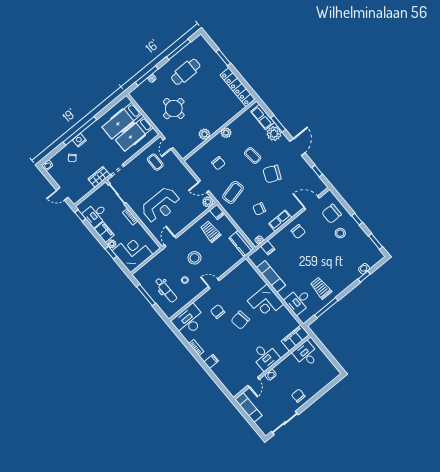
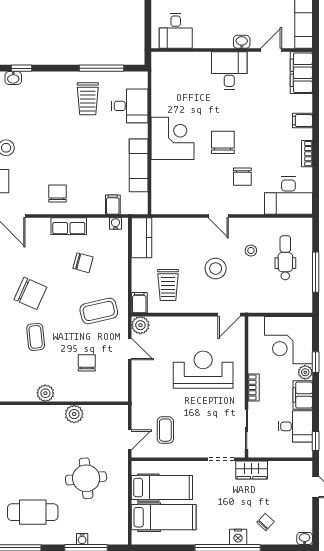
chair: (240, 320) -> (223, 142), turned -81
filing cabinet: (295, 338) -> (301, 73), moved, turned 90

